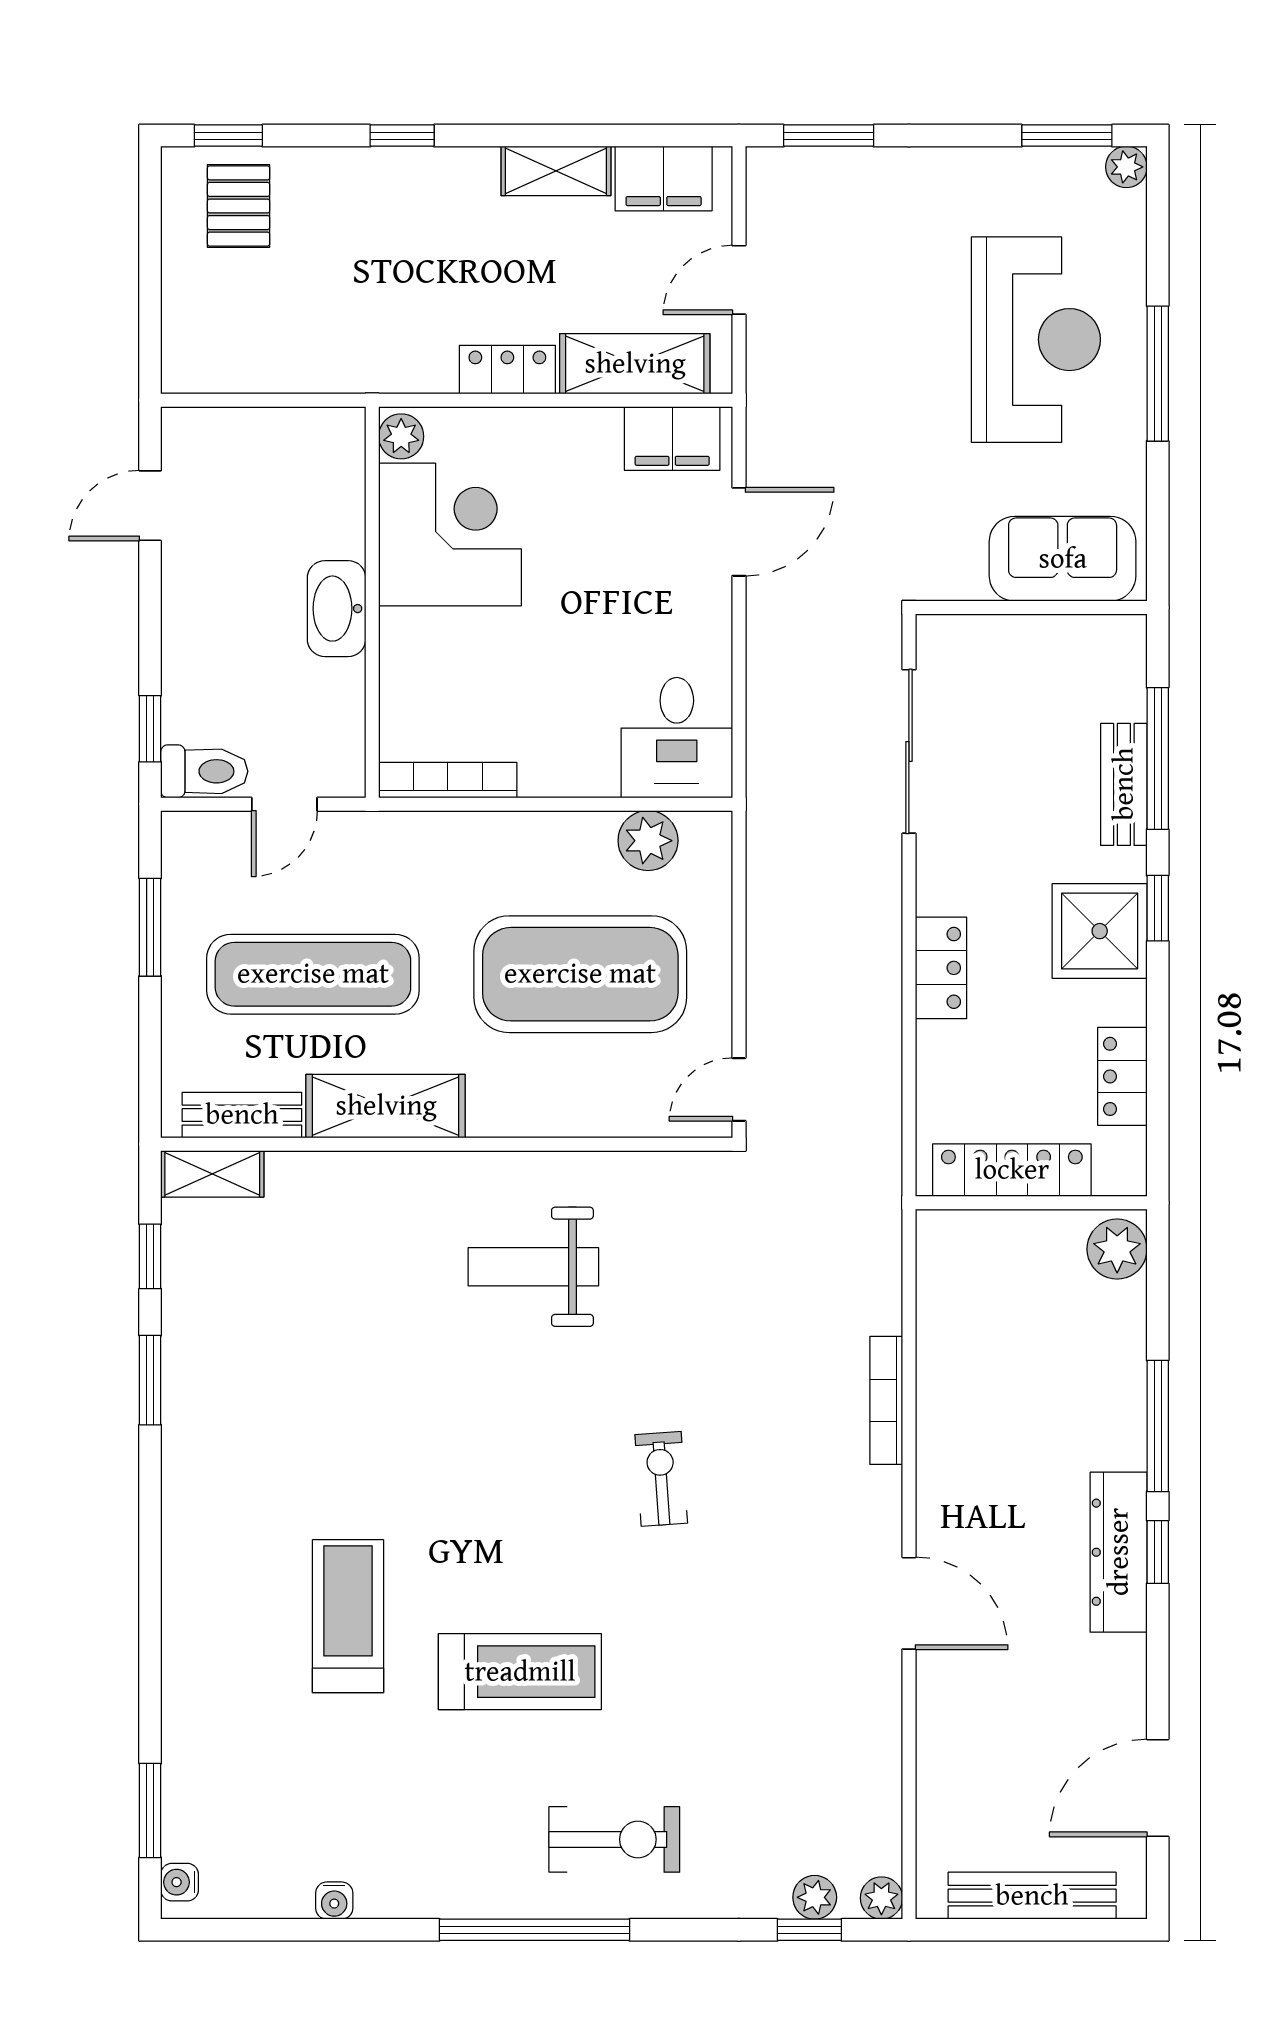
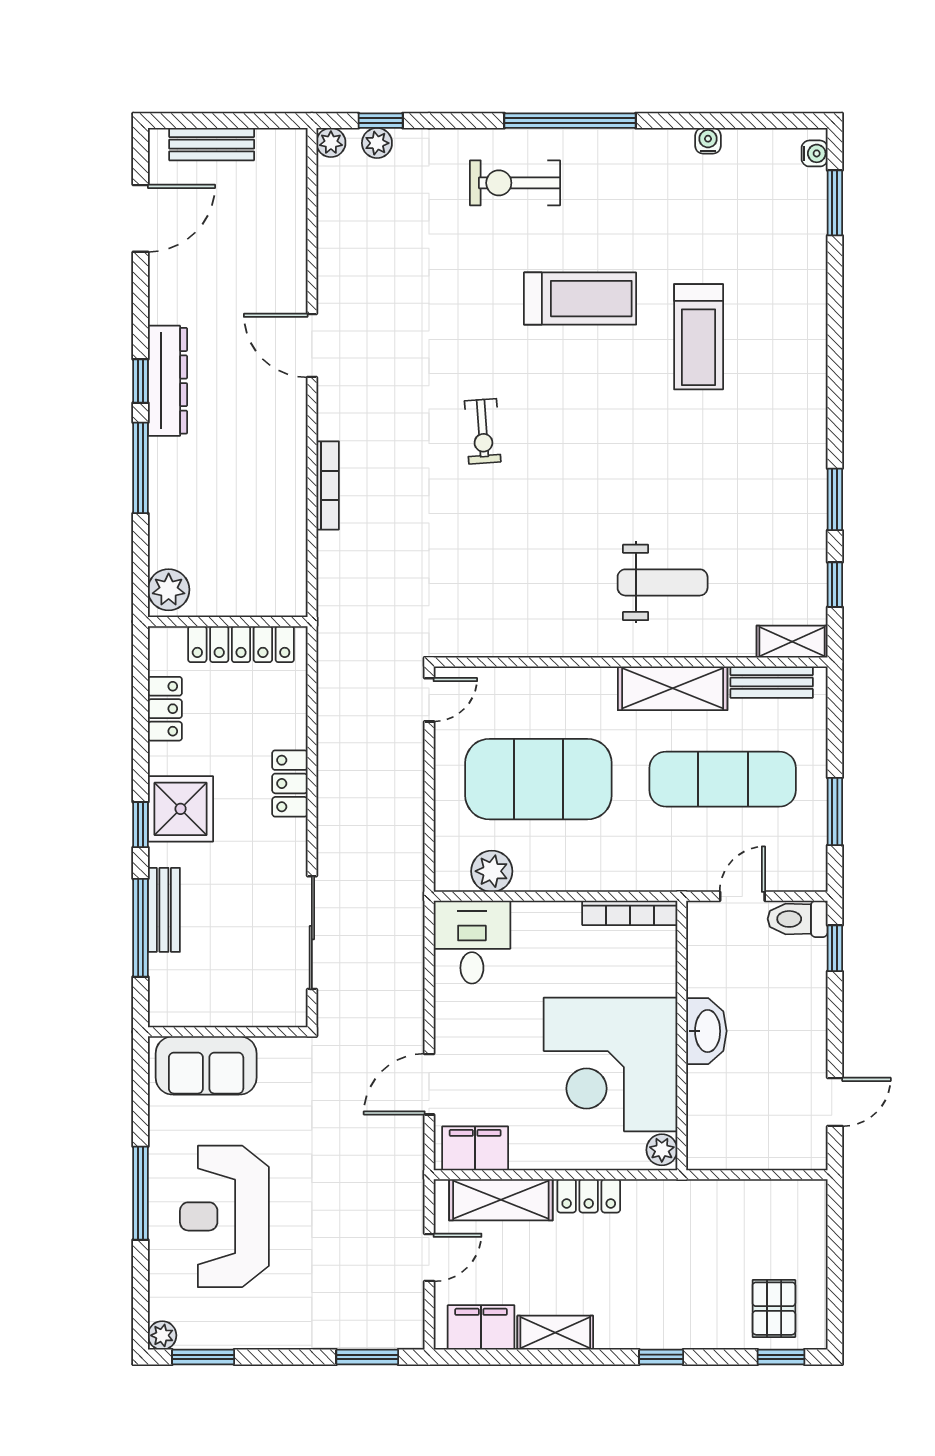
corner desk: (450, 535) -> (611, 1064), width x1.36, depth x1.36
weight bench: (533, 1267) -> (663, 582), moved
treadmill: (520, 1672) -> (580, 299), turned 180
bench: (1032, 1896) -> (212, 144), width x0.73

